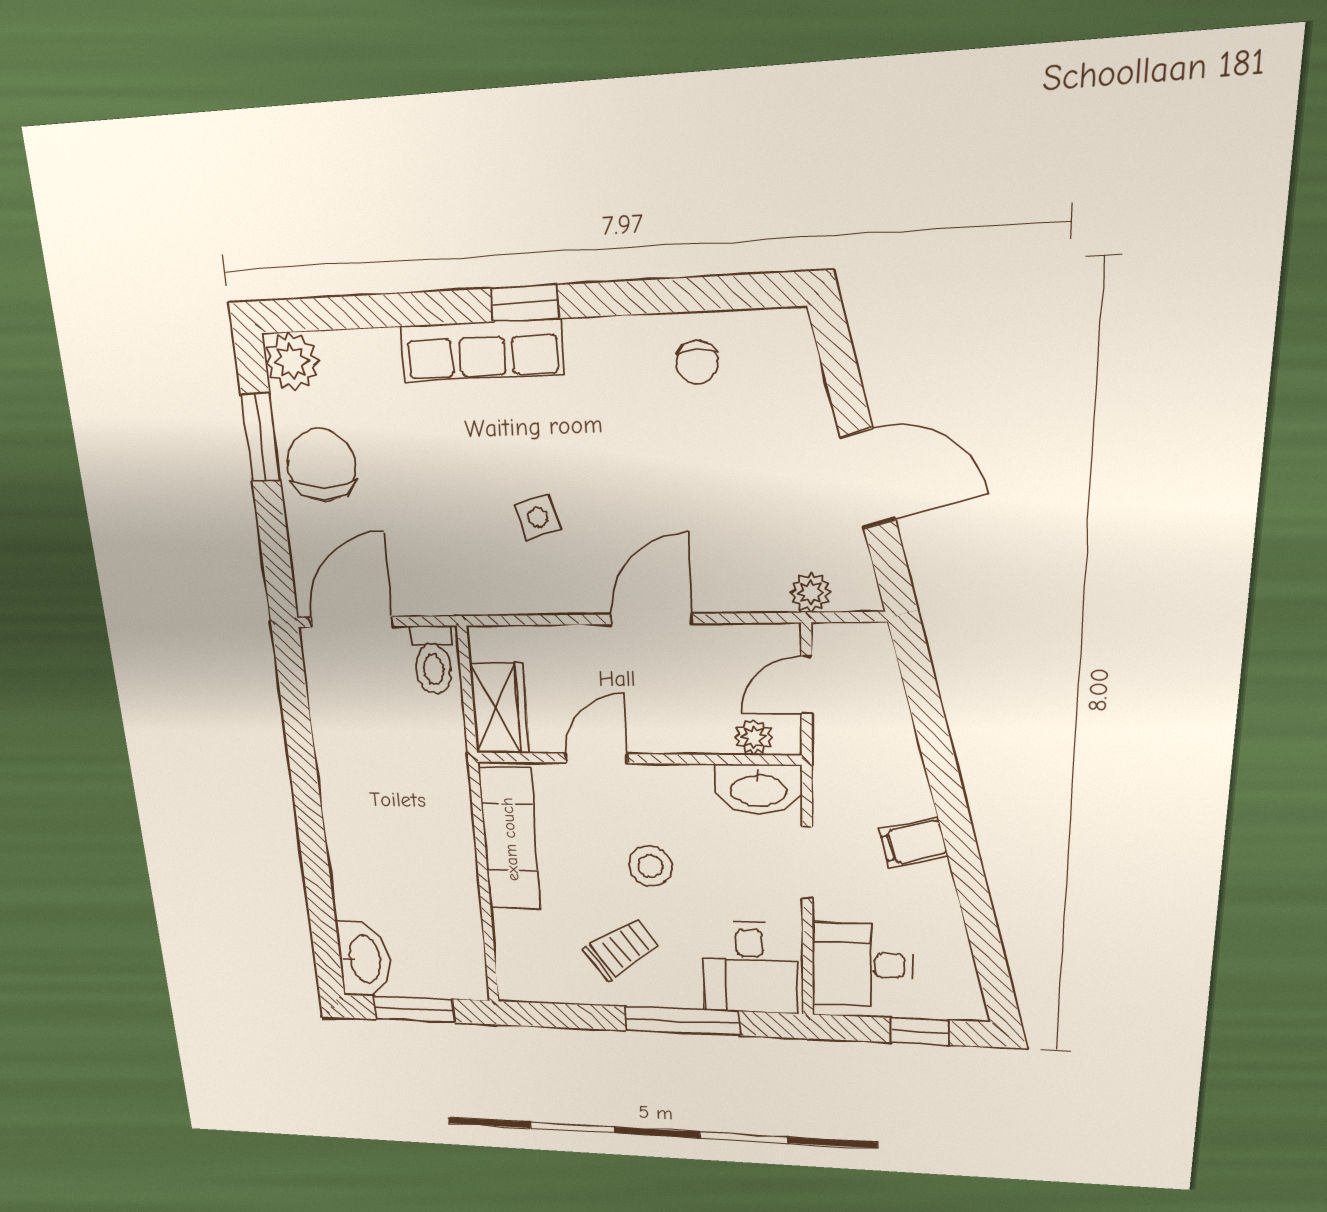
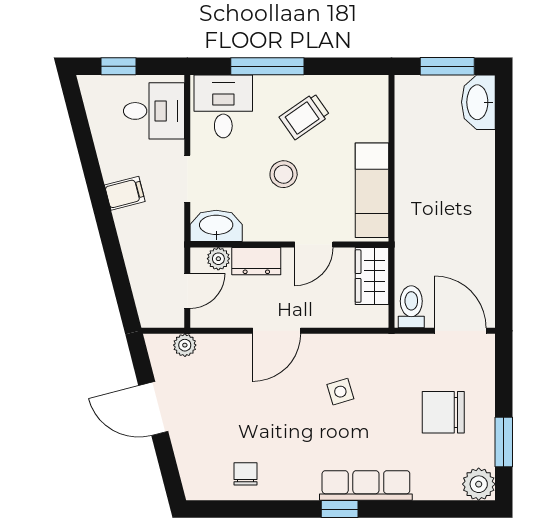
chair: (321, 465) -> (443, 412), moved, turned 90
door: (352, 622) -> (460, 331), swing flipped
dresser: (690, 733) -> (256, 261), added

